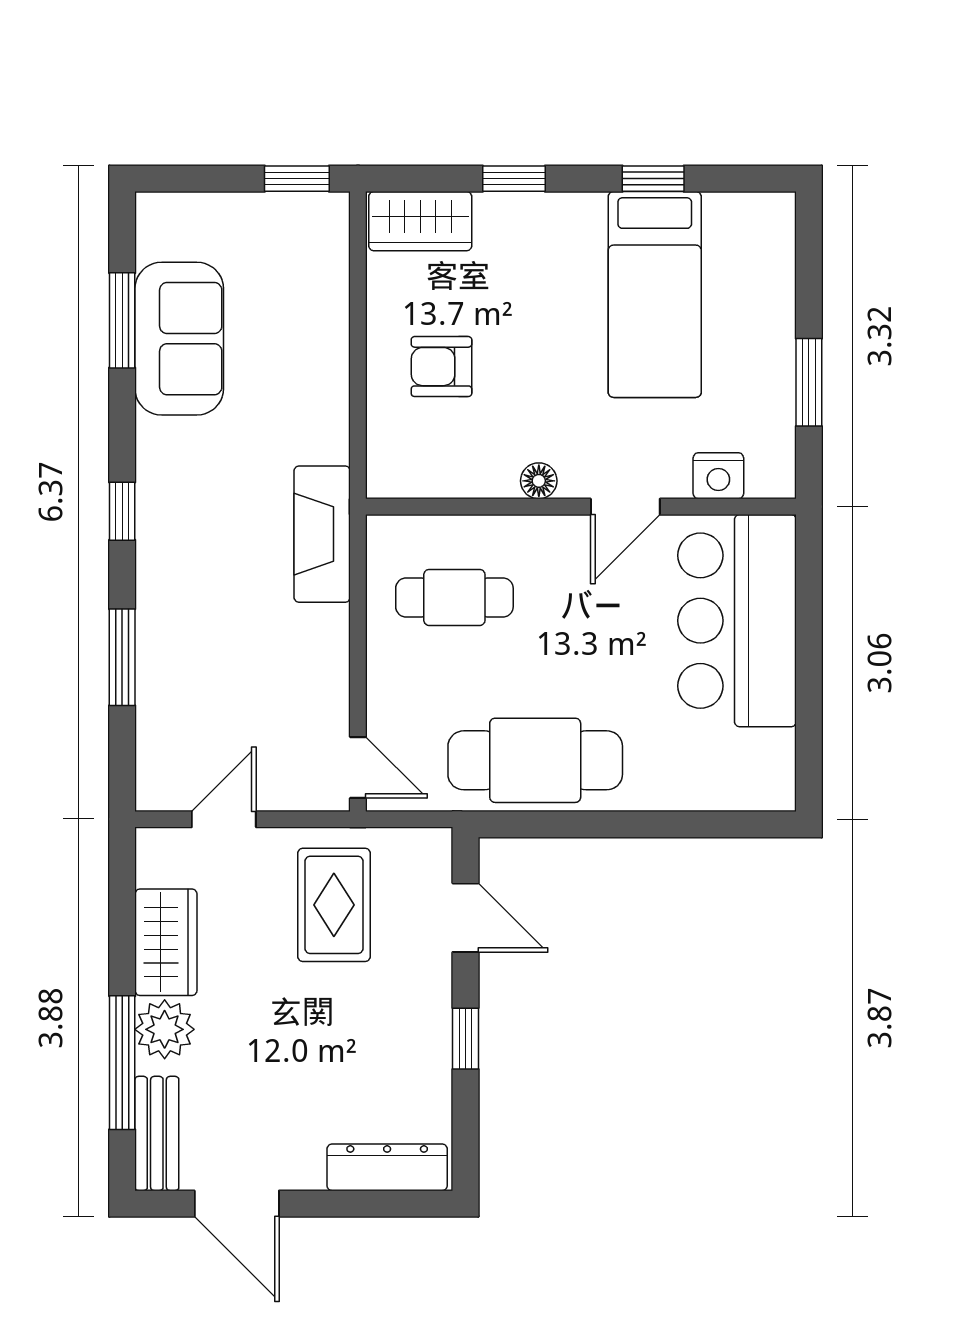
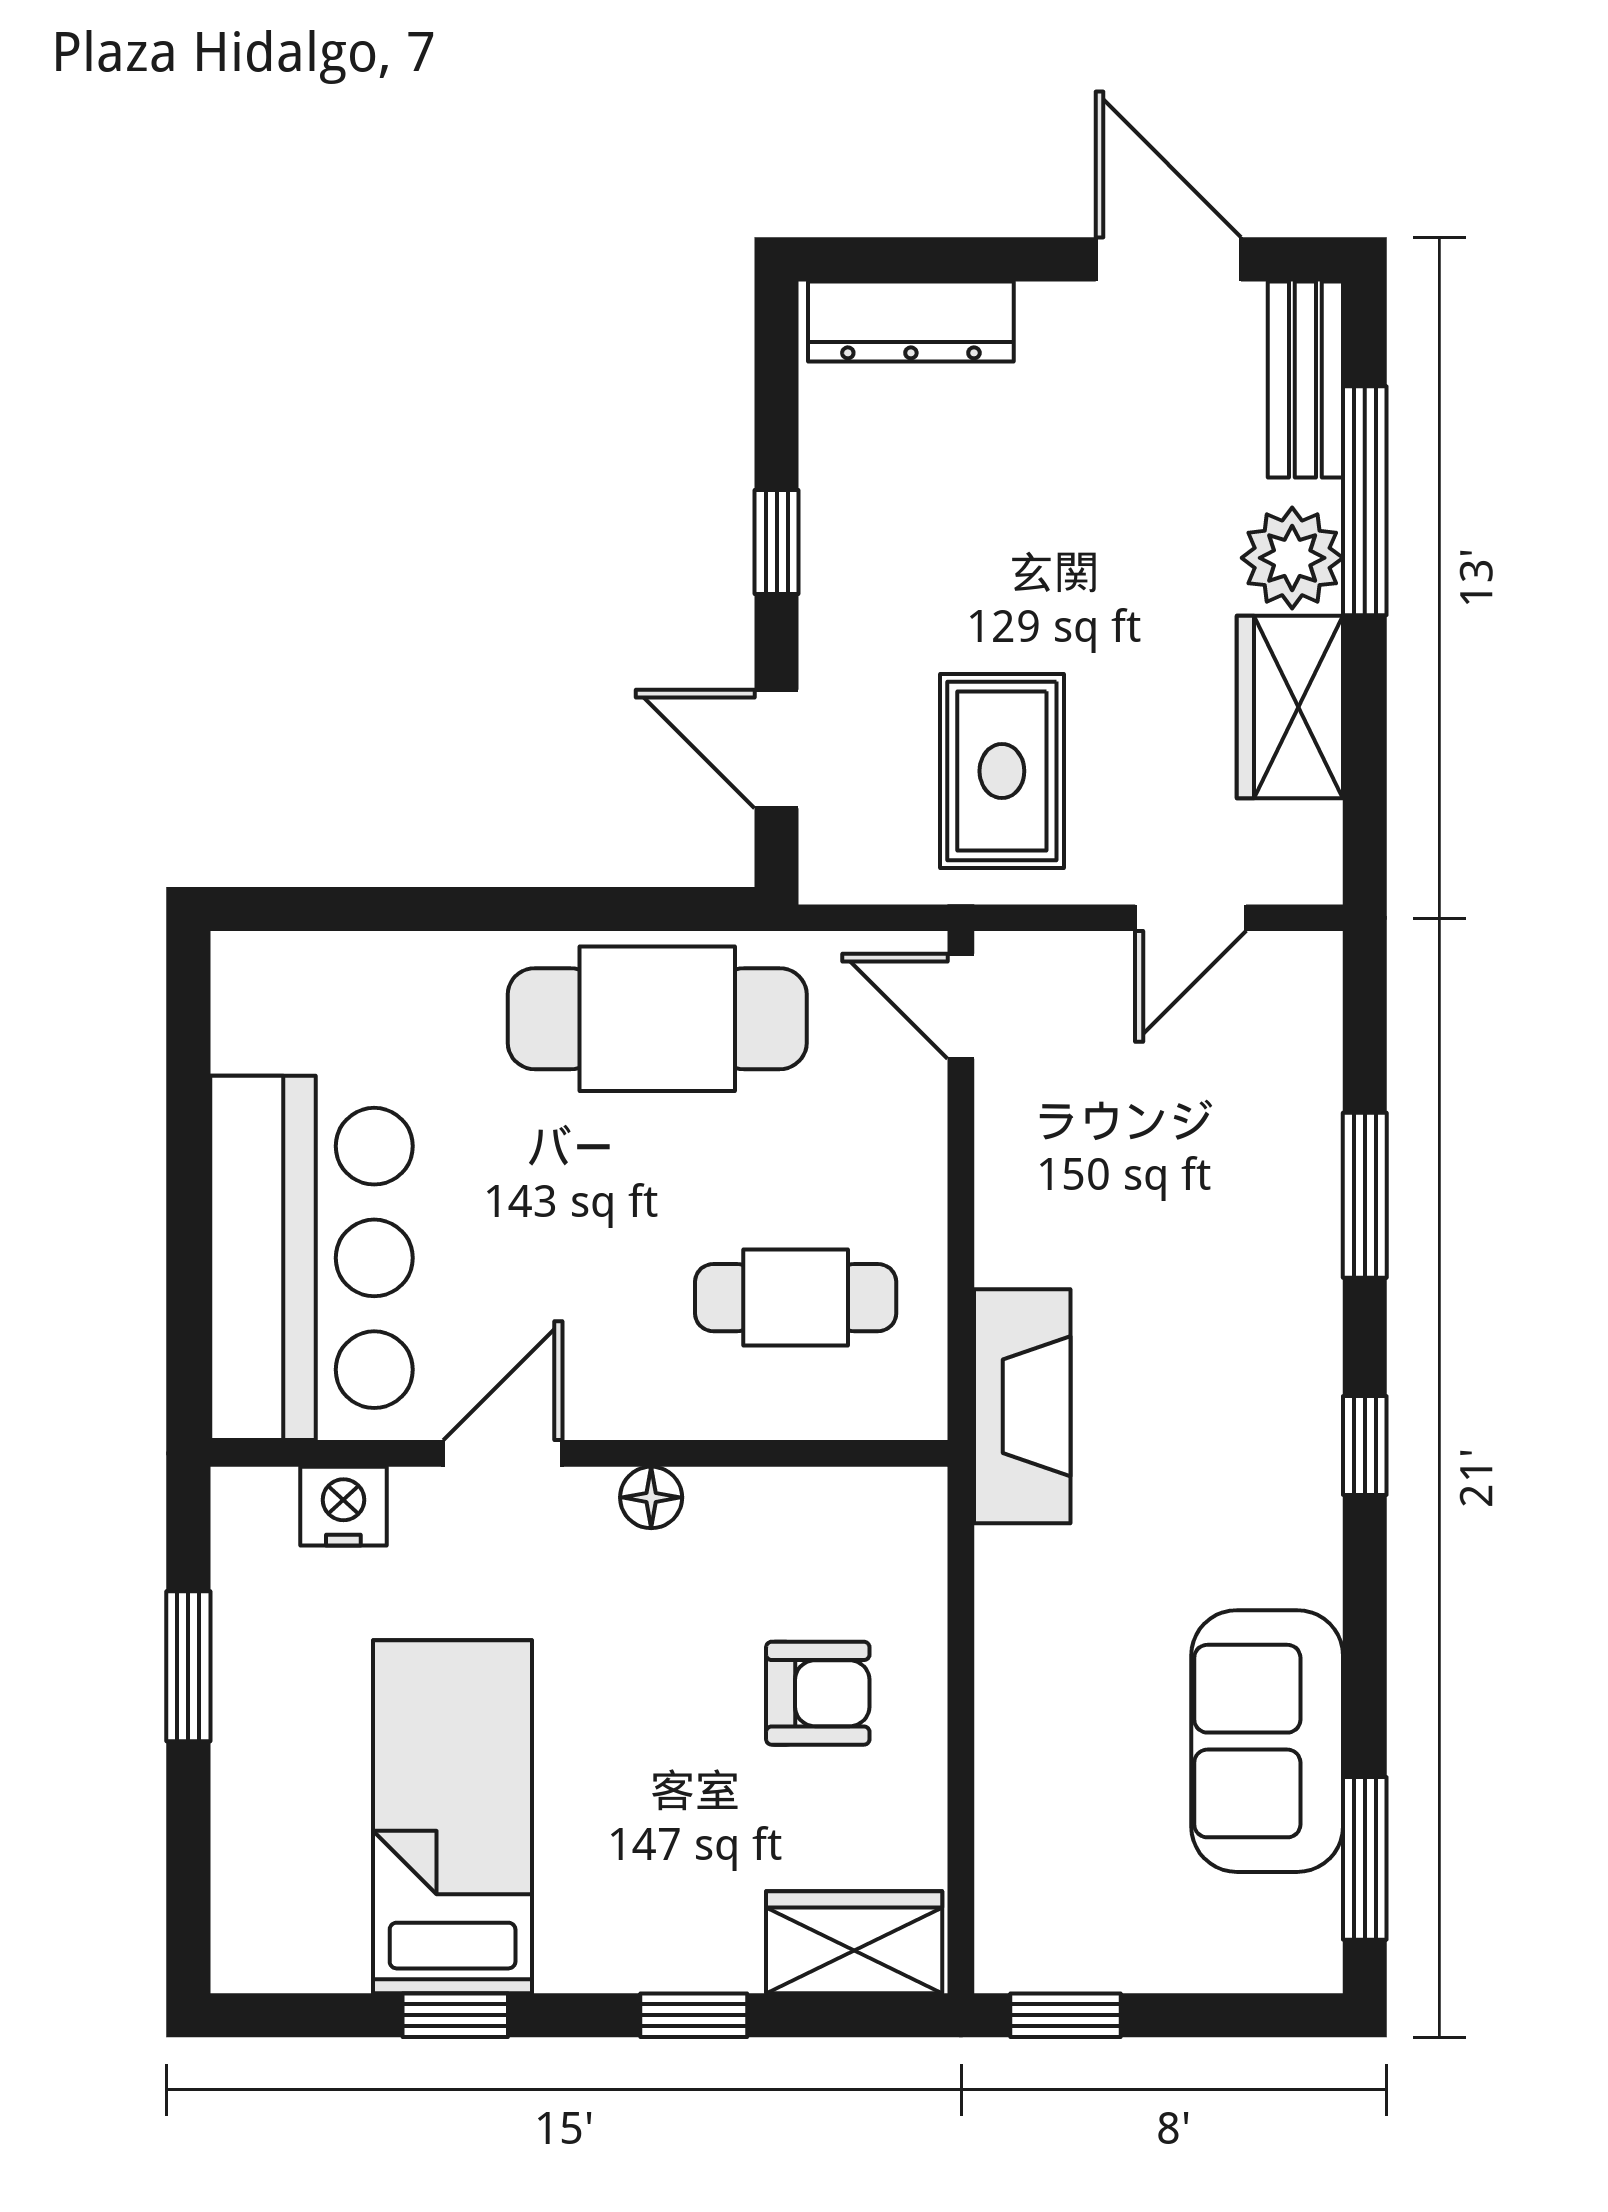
window: (122, 320) -> (1365, 1858), moved

